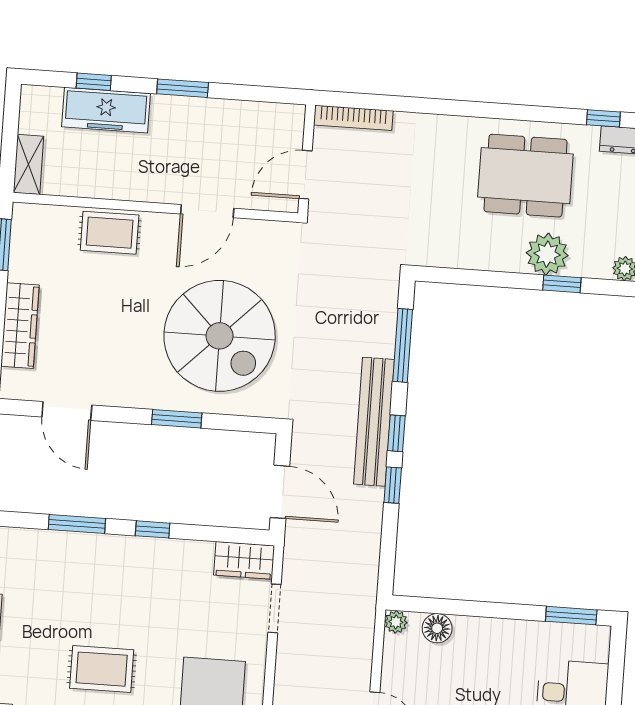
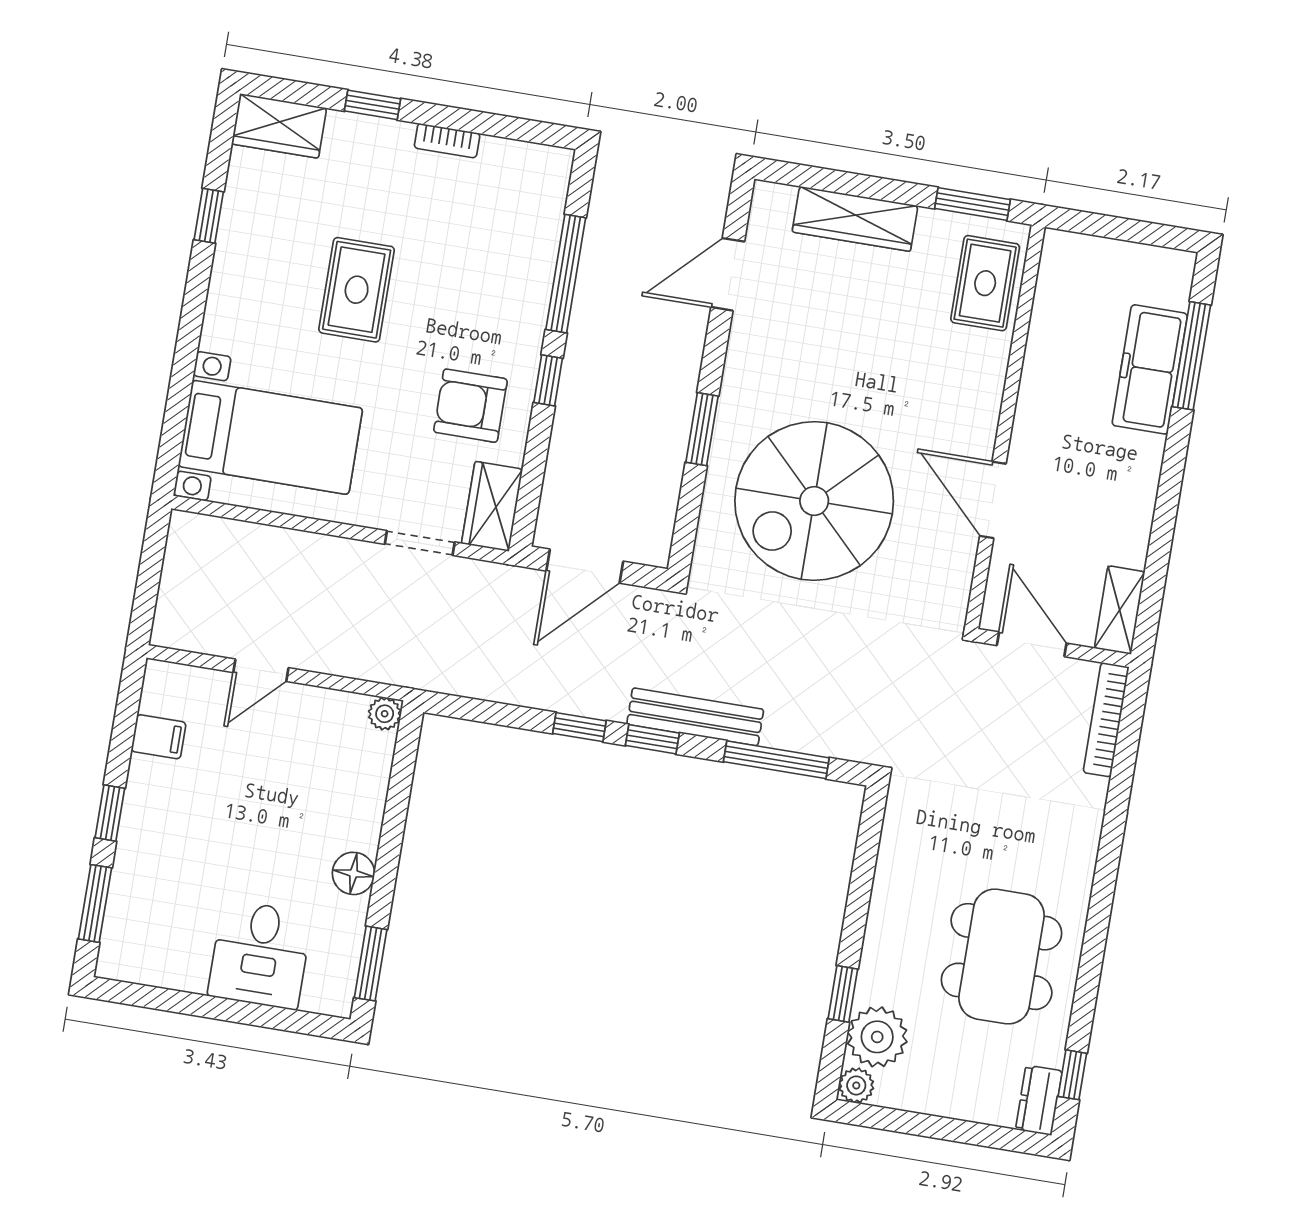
window: (94, 82) -> (1191, 356), width x2.17
window: (183, 88) -> (1171, 481), removed
shelving: (28, 164) -> (1120, 610), moved, turned 90
rug: (110, 233) -> (985, 283), moved
plant: (547, 254) -> (877, 1037), moved
bench: (374, 422) -> (695, 717), width x0.73, depth x0.82
window: (77, 524) -> (566, 274), width x1.44
armchair: (175, 582) -> (470, 406), added
floor lamp: (437, 628) -> (353, 873), moved

